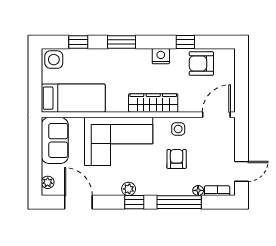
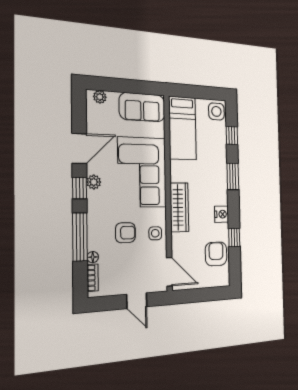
door: (242, 171) -> (137, 301), moved
door: (78, 202) -> (79, 149), moved

